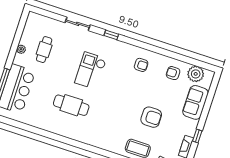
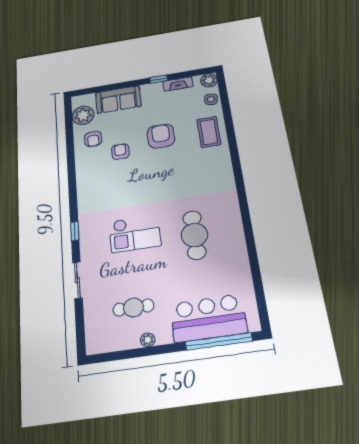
armchair: (141, 65) -> (120, 152), moved

